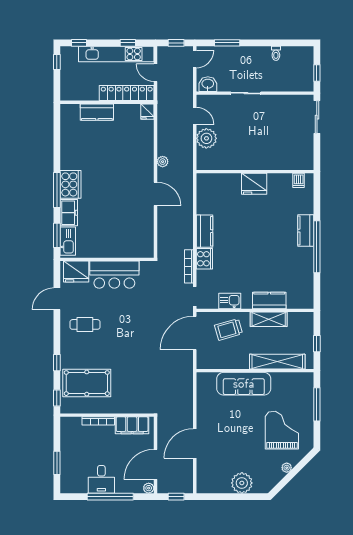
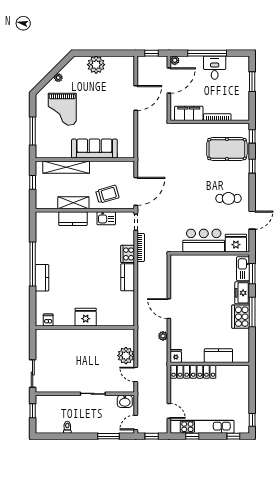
locker: (127, 93) -> (193, 372), moved
wall: (107, 102) -> (210, 364), moved
kitchen counter: (97, 112) -> (218, 356), moved
fridge: (147, 112) -> (176, 356), moved

